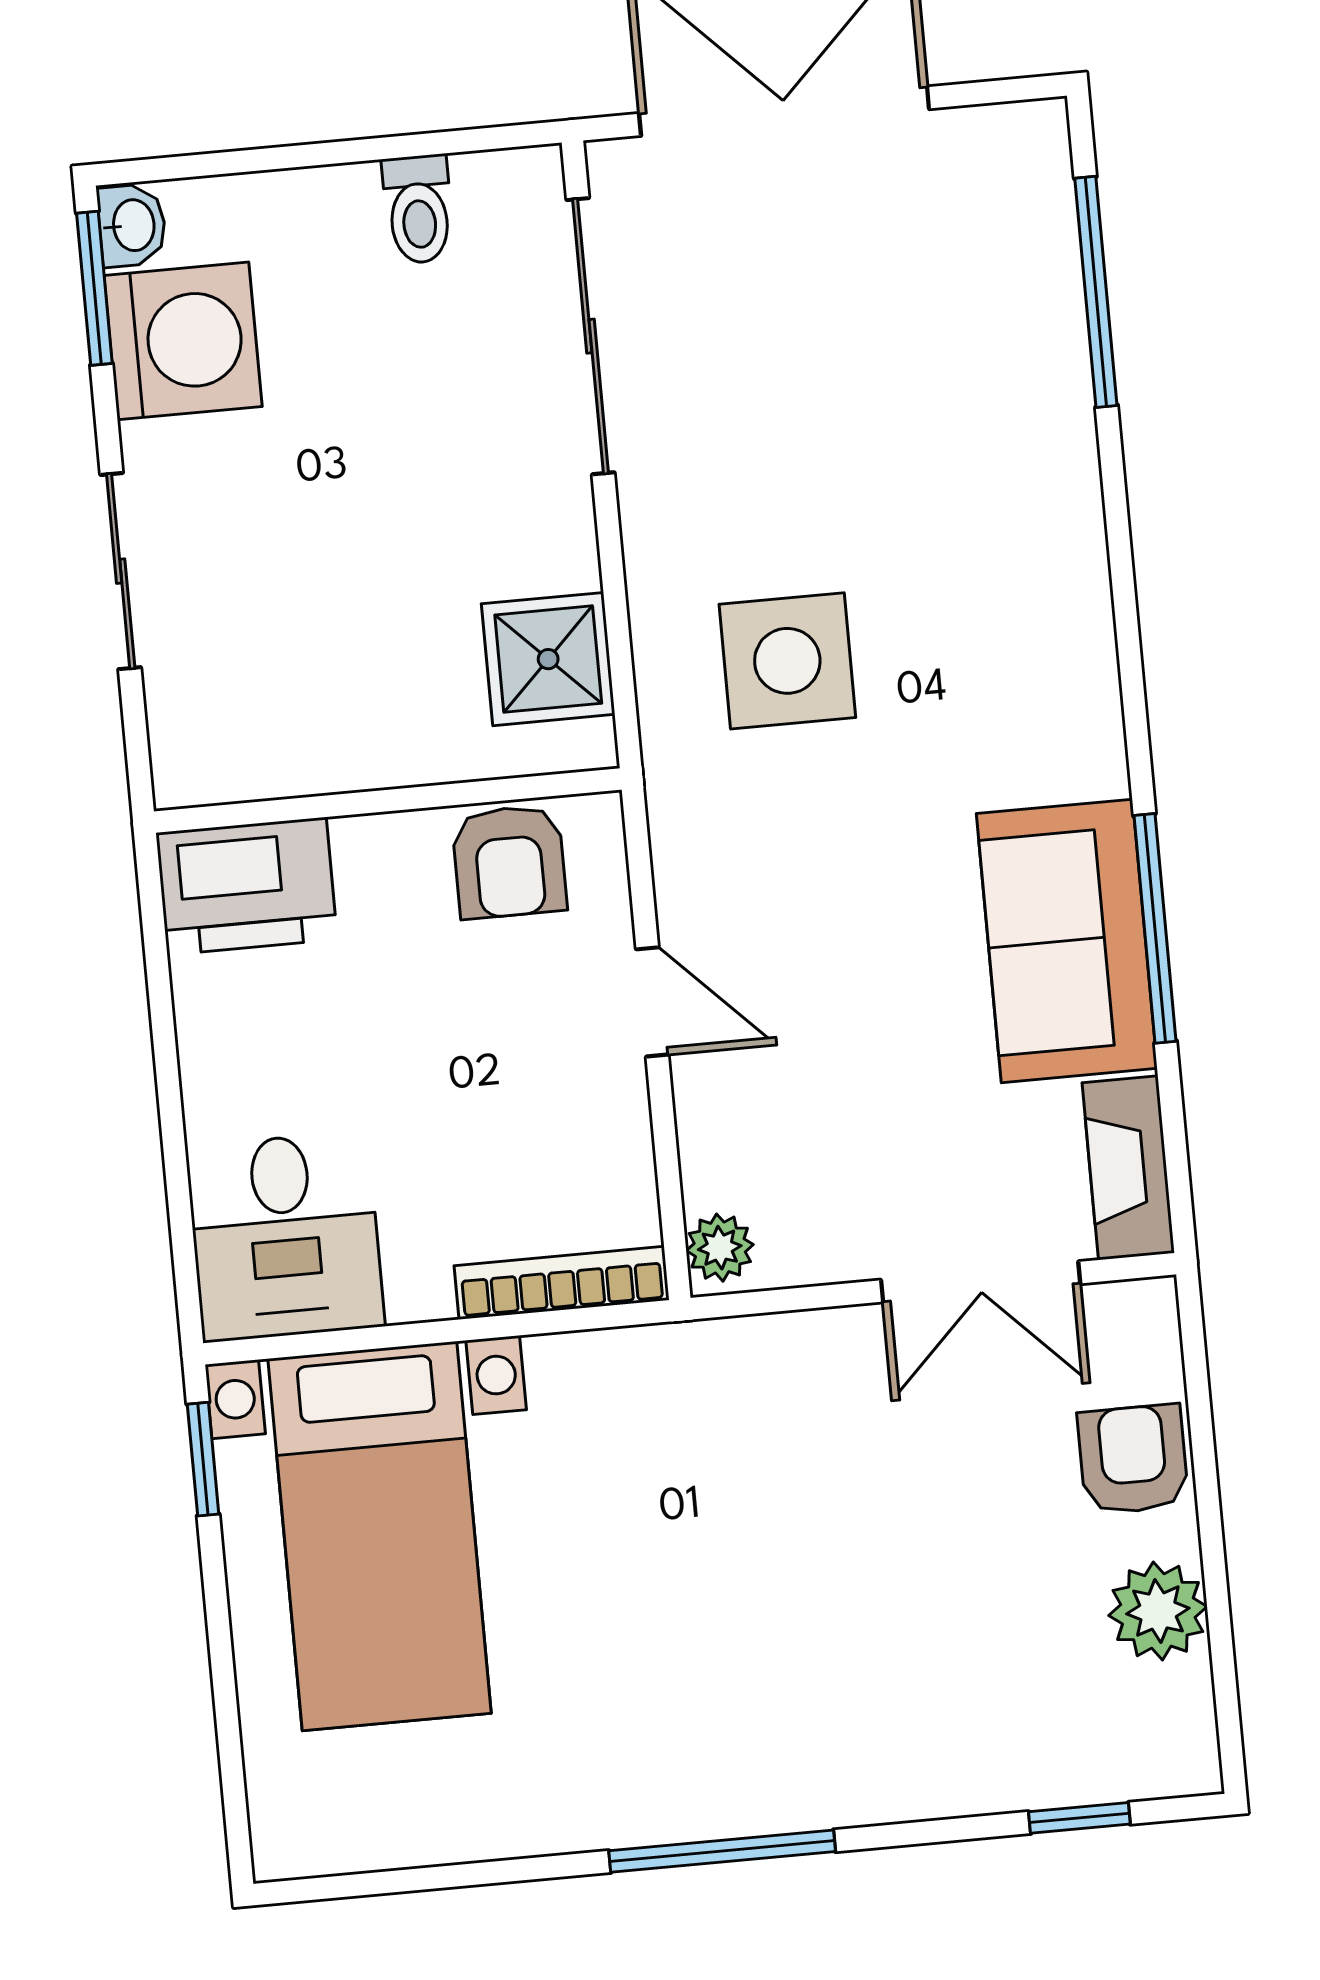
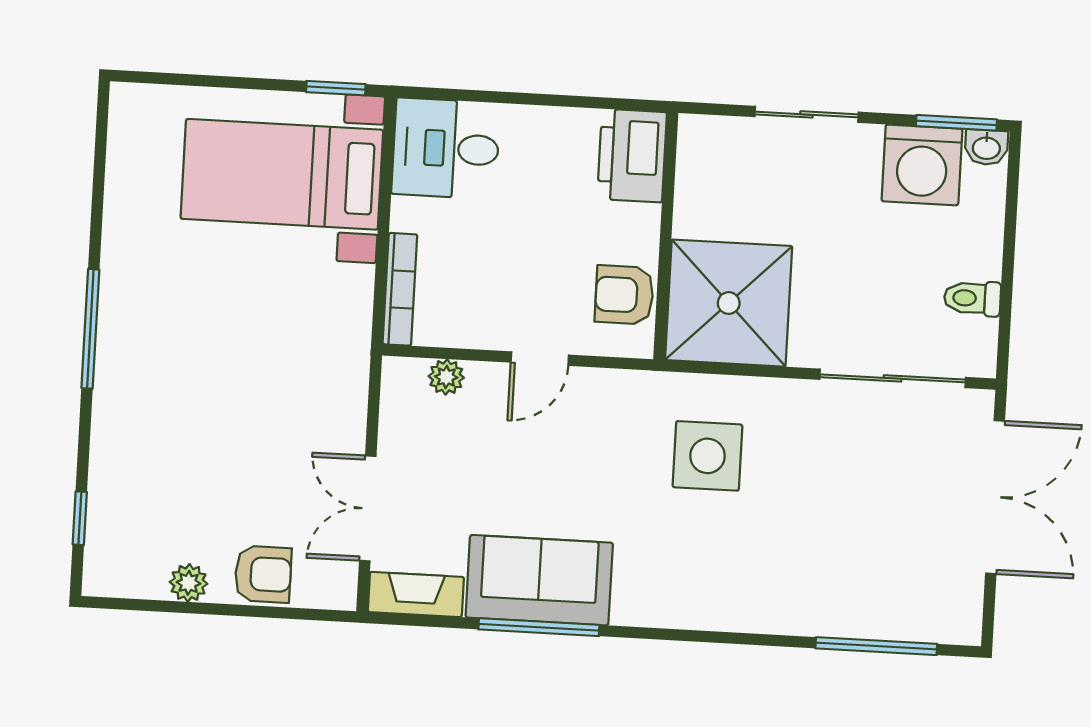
shower: (548, 659) -> (729, 303), width x1.86, depth x1.86
plant: (720, 1248) -> (446, 377), moved
plant: (1158, 1611) -> (189, 583), width x0.73, depth x0.73

